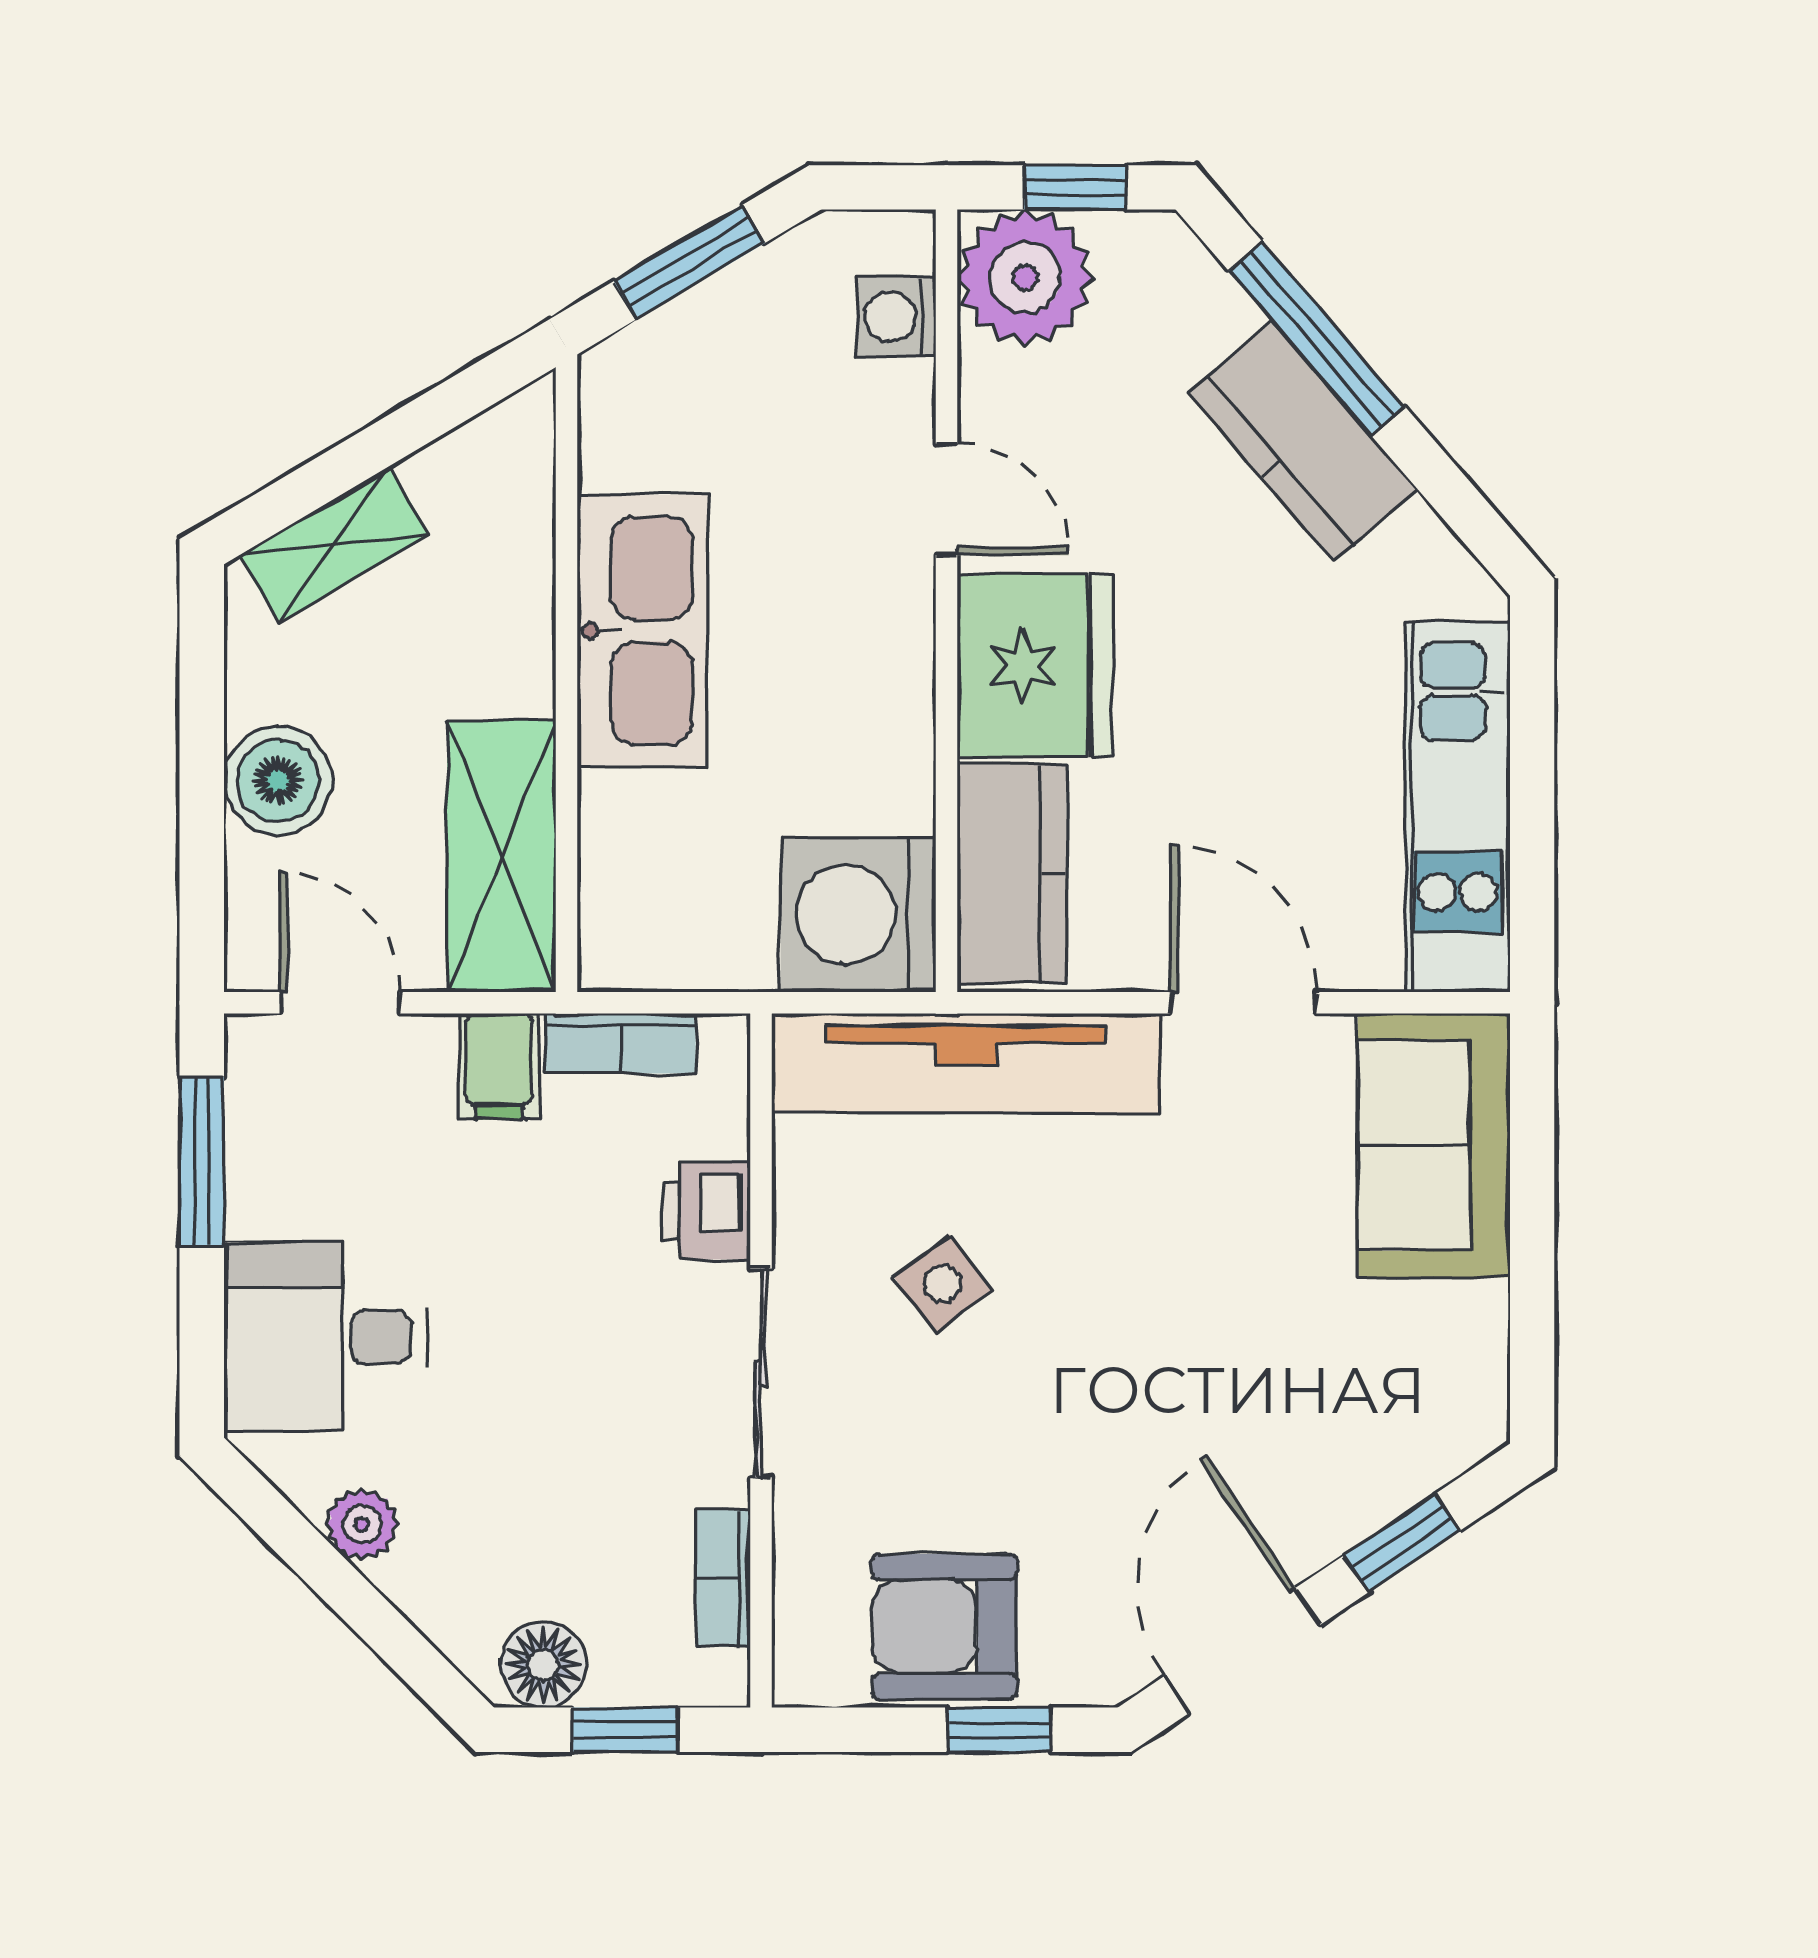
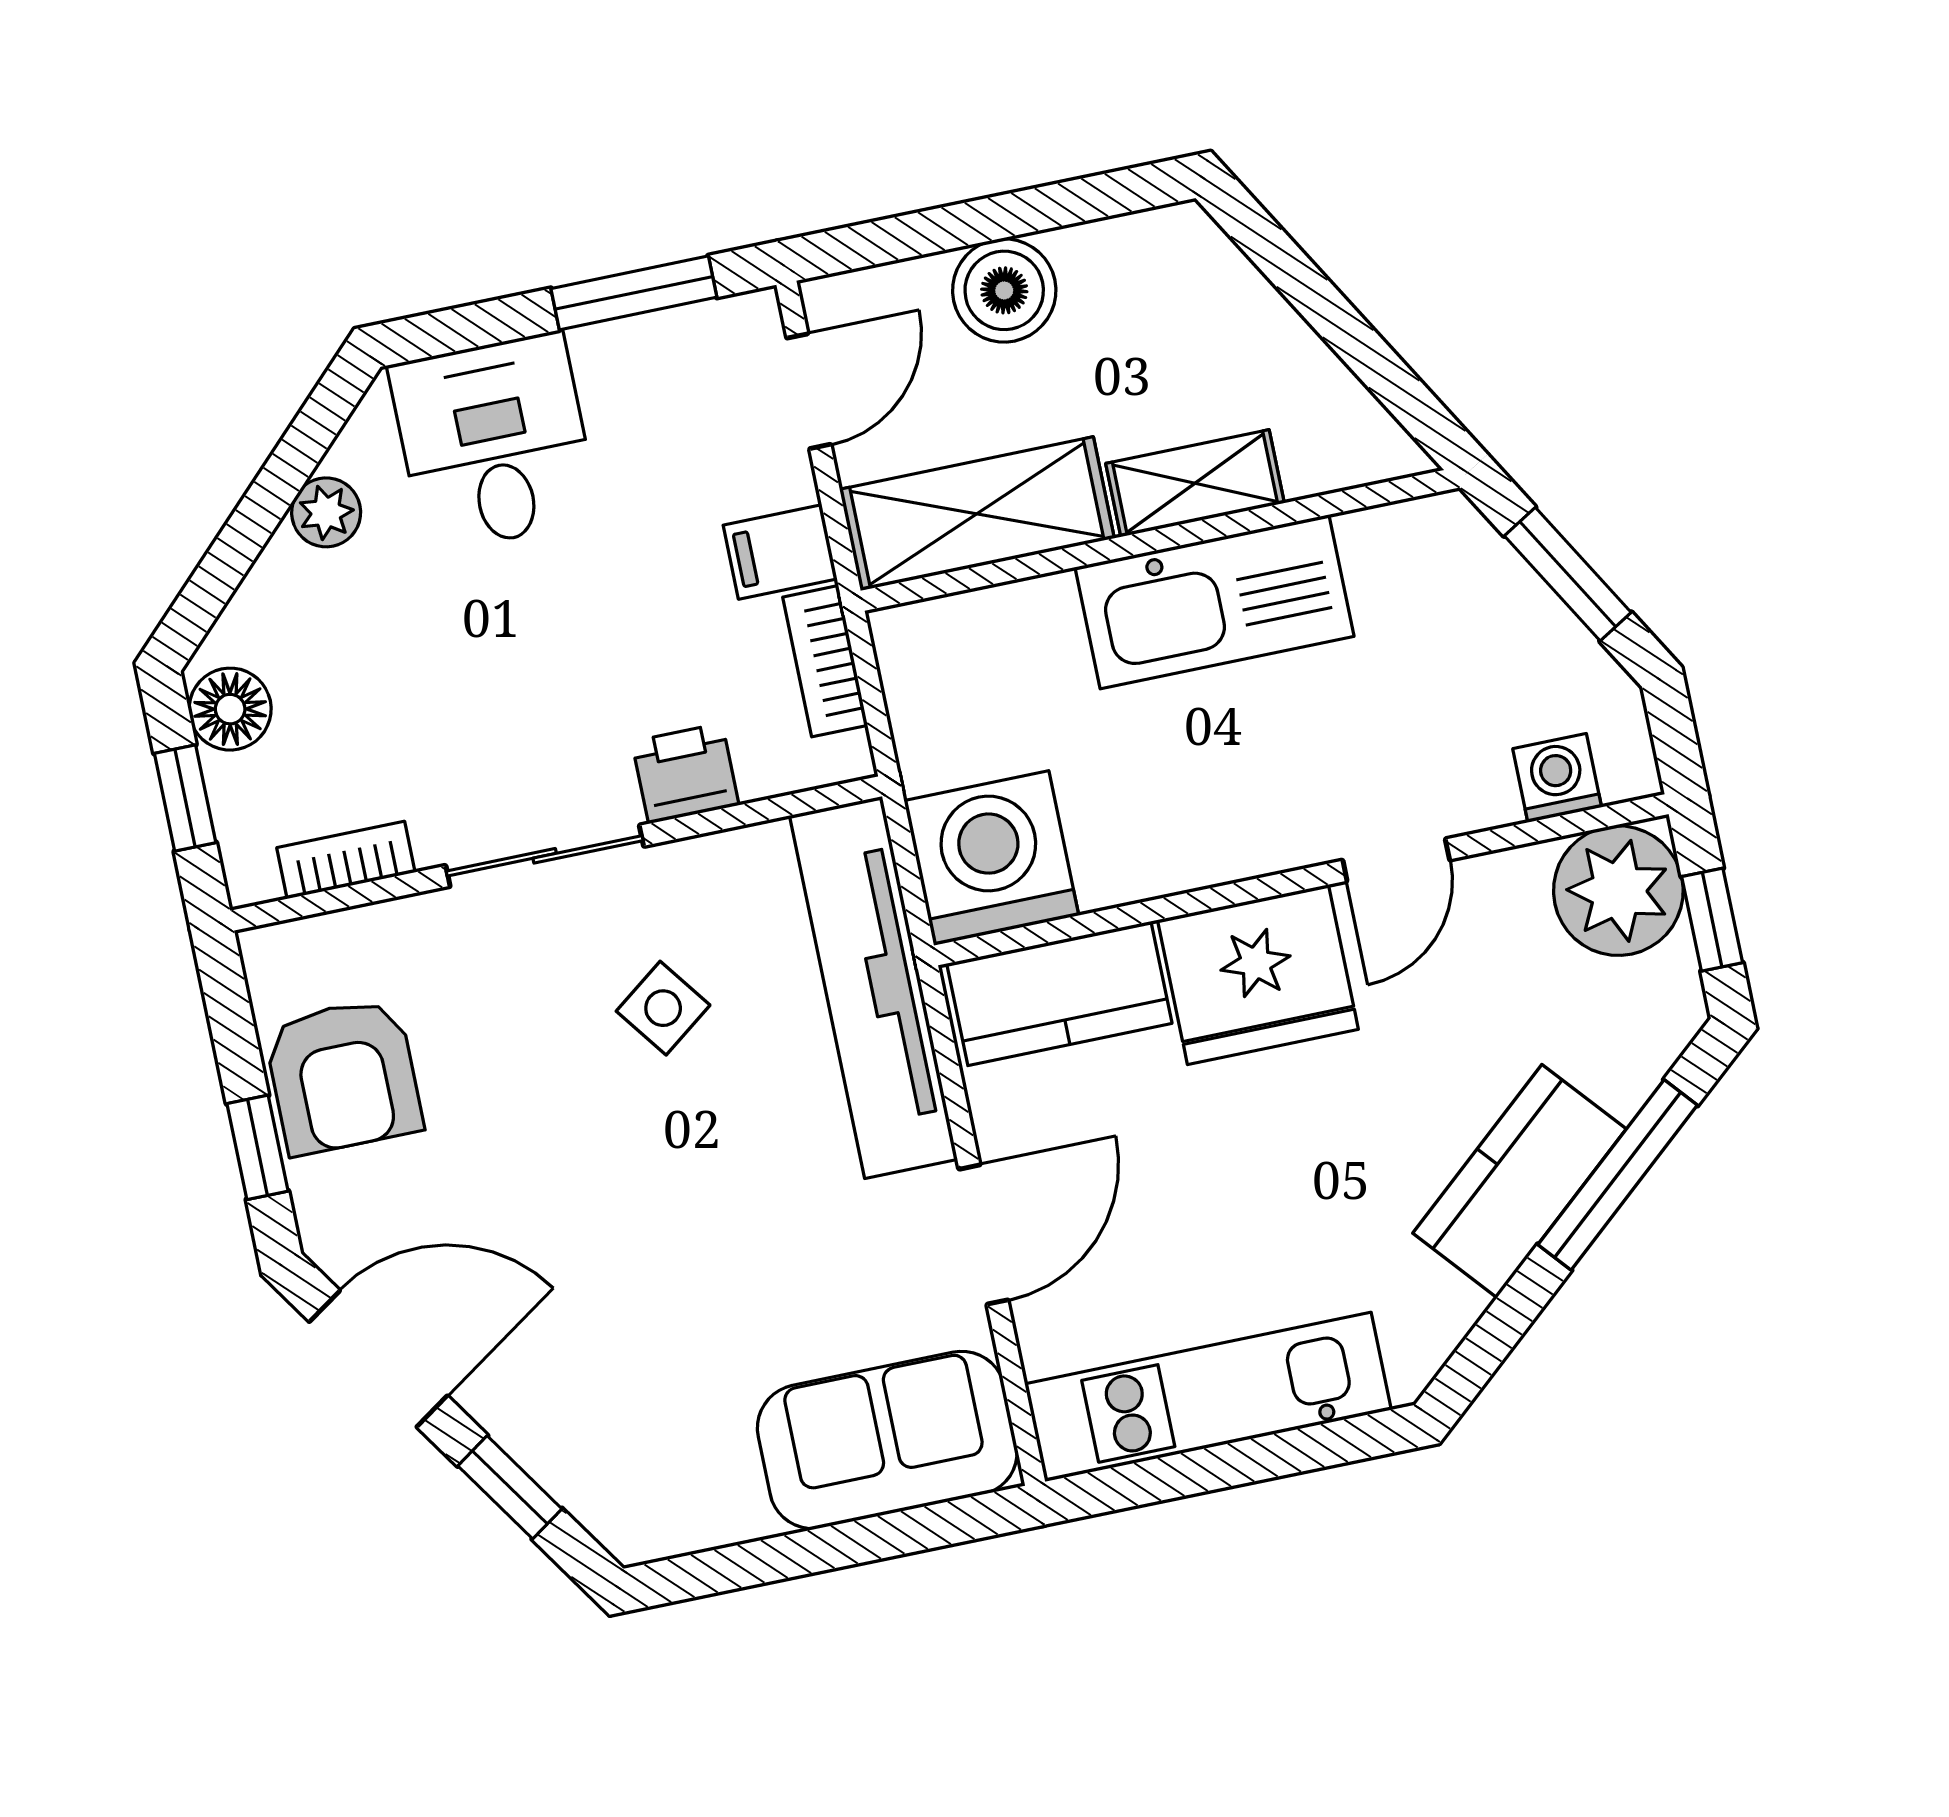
shelving: (334, 545) -> (1195, 483), moved, turned -59
armchair: (944, 1627) -> (343, 1076), turned 180

